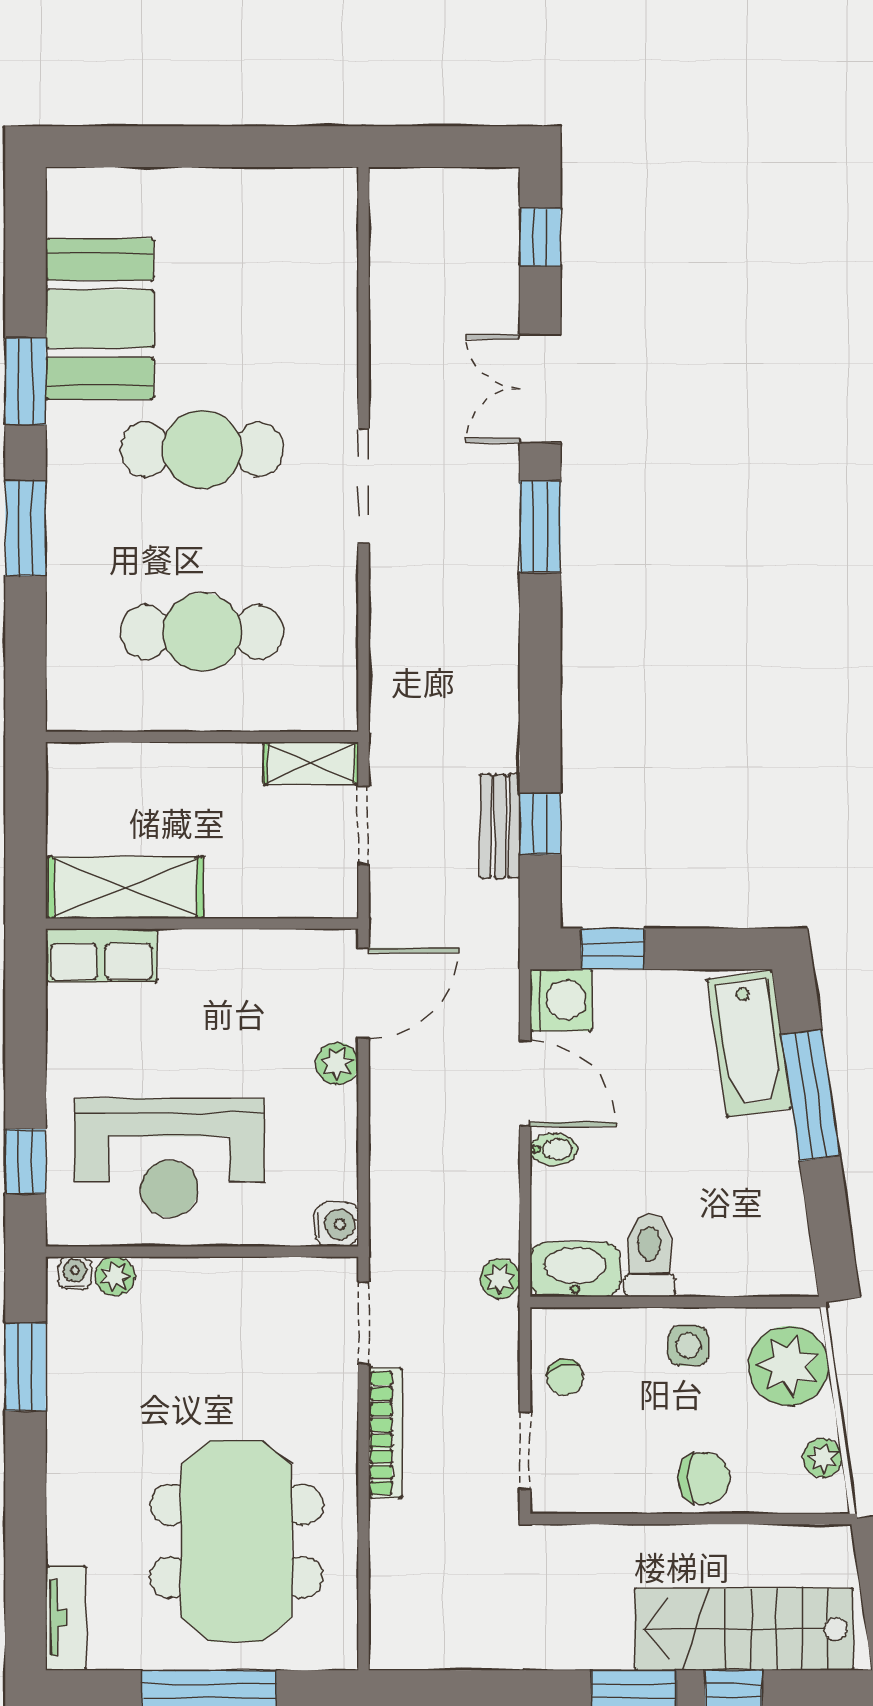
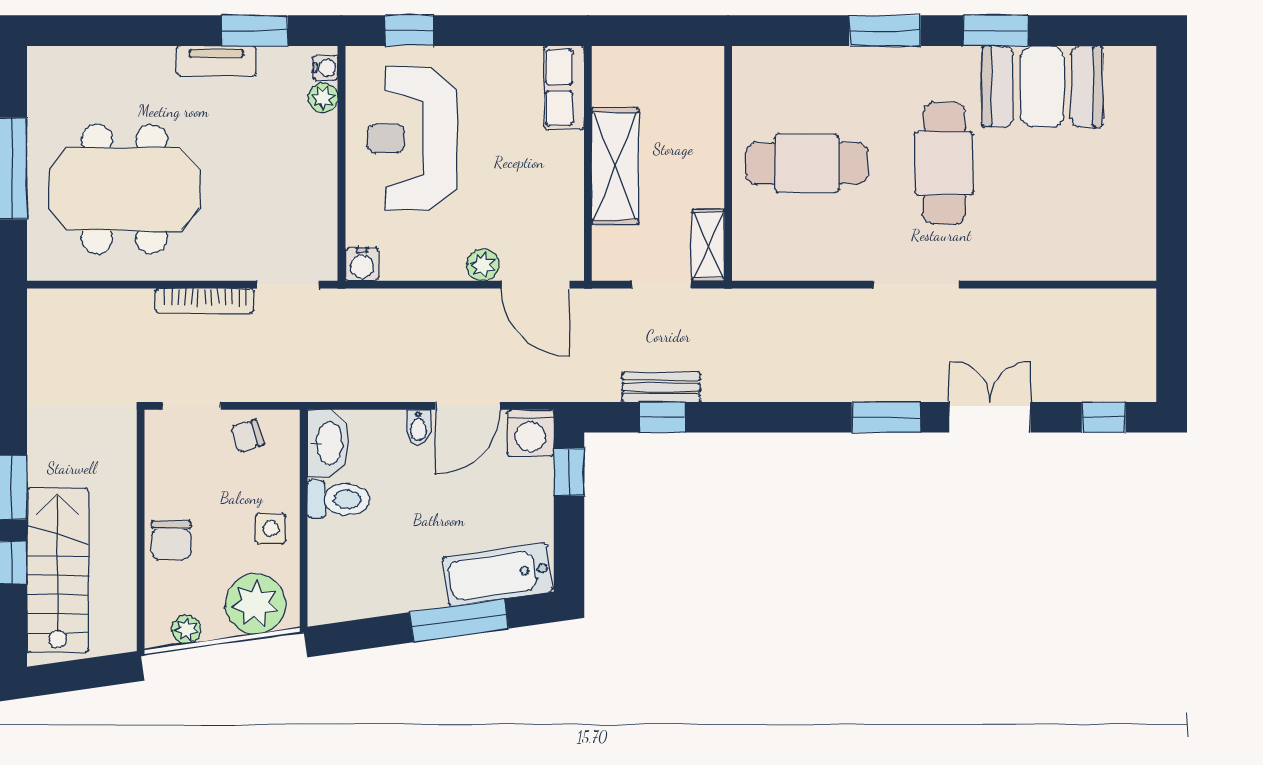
cafe table: (202, 632) -> (807, 163), turned 90
shelving: (125, 888) -> (615, 166), moved
plant: (500, 1279) -> (321, 387), removed
tv unit: (66, 1618) -> (216, 61), moved

